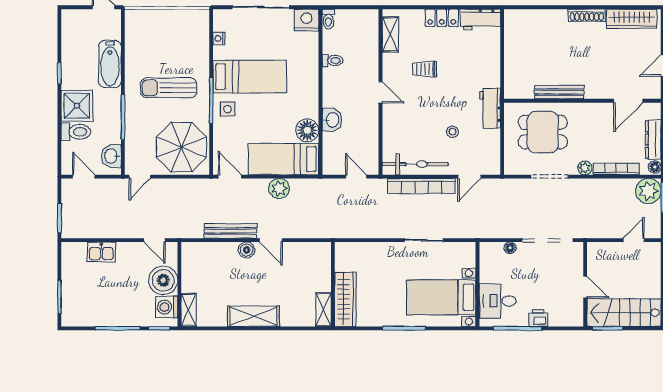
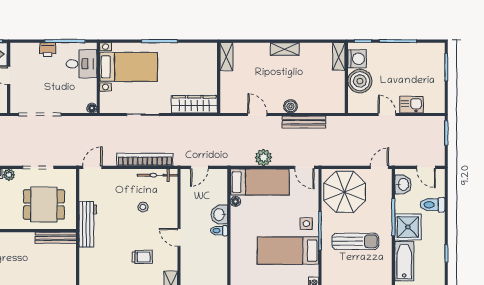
toilet: (333, 61) -> (219, 231), moved
bench: (559, 92) -> (56, 238), moved
shower: (77, 106) -> (408, 227), moved
workbench: (490, 108) -> (88, 224), width x1.37
floor lamp: (307, 130) -> (235, 201), width x0.53, depth x0.53
stool: (453, 132) -> (143, 207), moved
bicycle: (415, 164) -> (157, 175), width x0.73, depth x0.71
door: (356, 177) -> (199, 167), hinge flipped
door: (469, 177) -> (92, 167), moved
door: (155, 240) -> (387, 115), moved
door: (271, 240) -> (257, 115), moved
floor lamp: (510, 248) -> (92, 108), moved
wardrobe: (345, 299) -> (194, 104), moved, turned 90
shelving: (253, 316) -> (285, 49), width x0.67, depth x0.75

